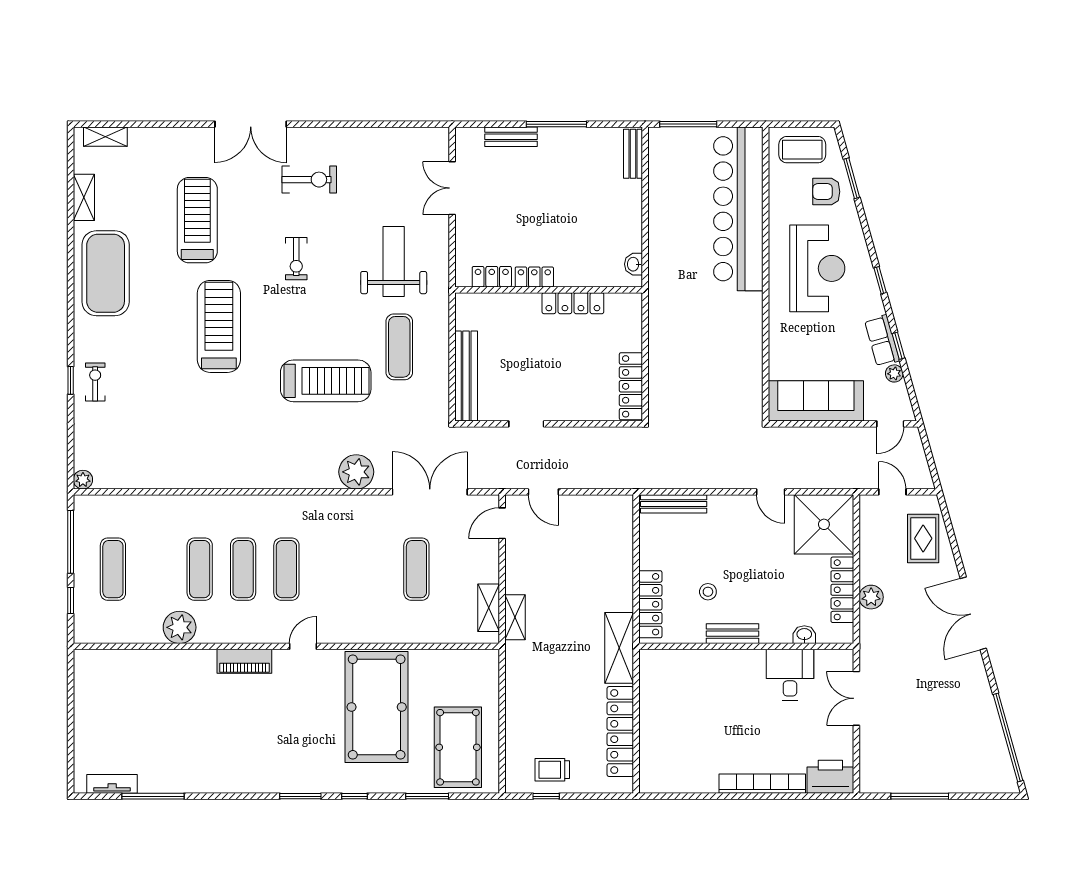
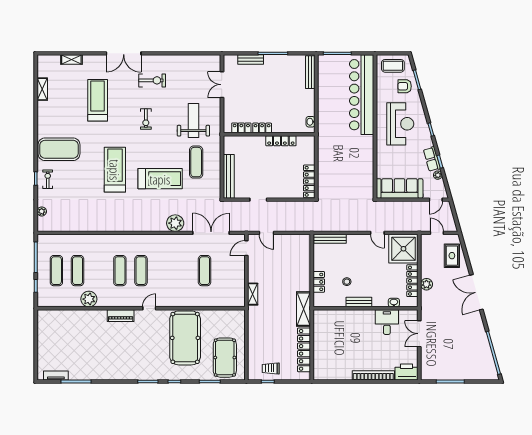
shelving: (105, 137) -> (71, 59), moved
bench: (633, 154) -> (310, 72), width x1.36
exercise mat: (106, 273) -> (59, 149), moved, turned 90
treadmill: (219, 326) -> (115, 170), moved
plant: (83, 480) -> (42, 211), moved
exercise mat: (200, 569) -> (78, 271), moved
locker: (650, 604) -> (319, 282), width x0.66
shelving: (489, 608) -> (240, 289), removed

